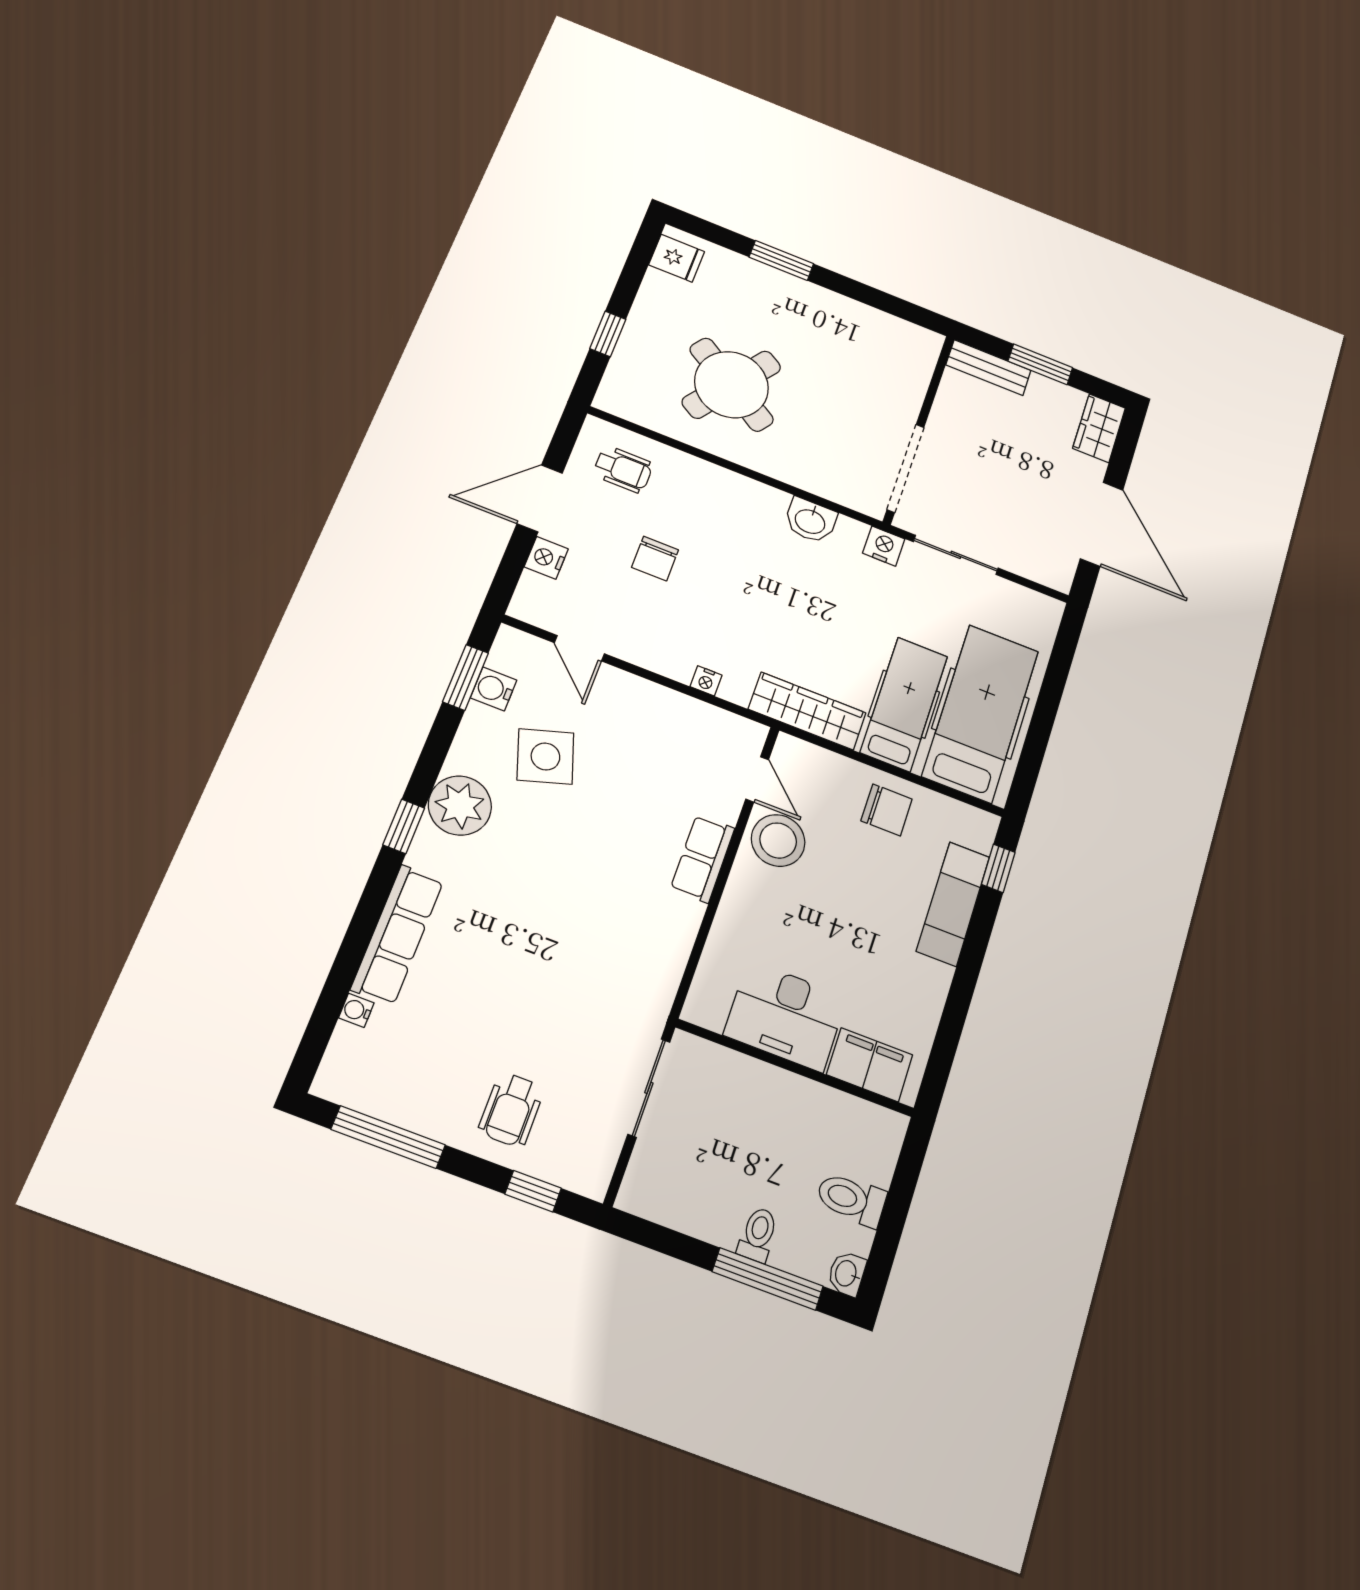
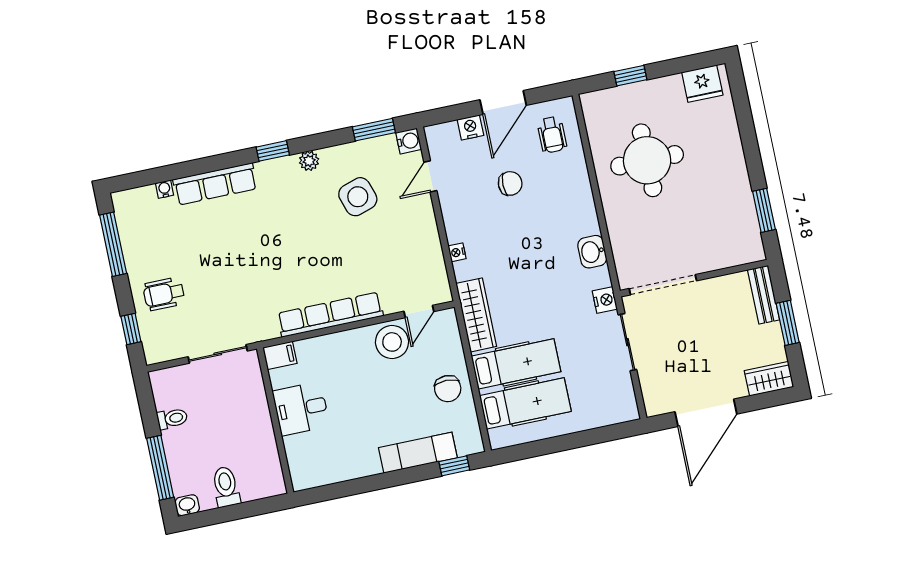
fridge: (677, 258) -> (702, 84), width x1.38
window: (781, 260) -> (764, 210), moved
round table: (731, 385) -> (647, 160), turned -34
door: (540, 498) -> (503, 102), swing flipped
chair: (655, 559) -> (510, 183), turned 180
water cooler: (494, 689) -> (409, 141), moved, turned 90
hospital bed: (981, 713) -> (525, 403), width x0.73, depth x0.78
plant: (460, 806) -> (309, 161), width x0.53, depth x0.53
row of seats: (703, 859) -> (330, 315), width x2.02
desk: (785, 1016) -> (301, 409), width x0.73
filing cabinet: (870, 1065) -> (280, 355), moved, width x0.50
toilet: (758, 1235) -> (172, 419), moved

